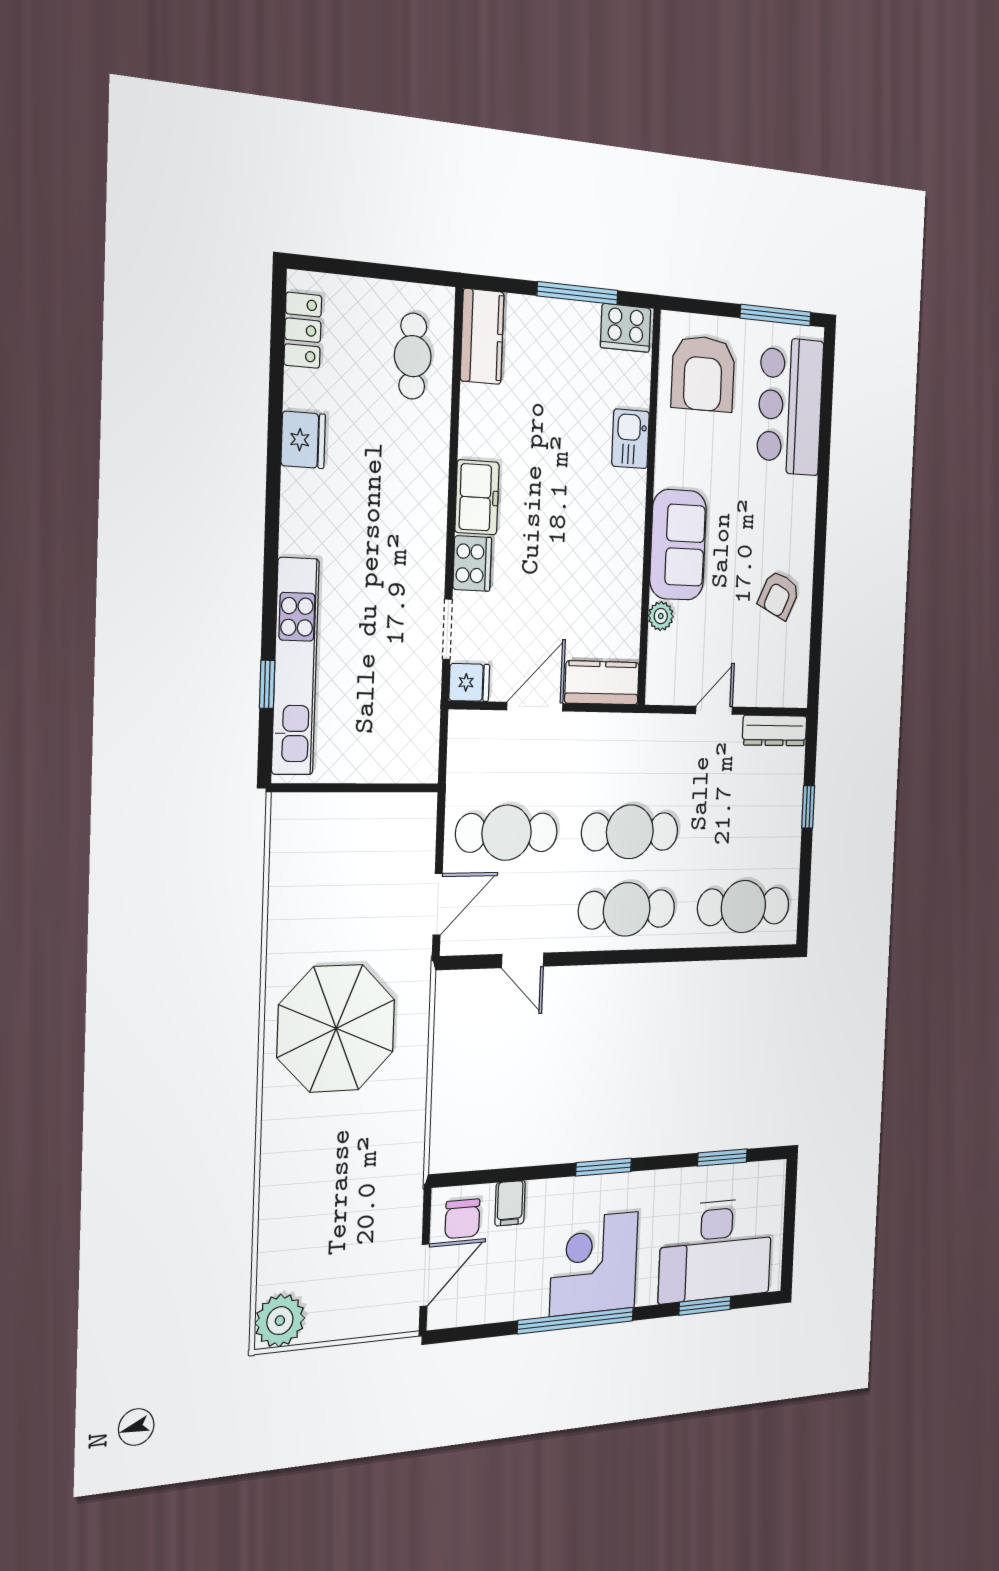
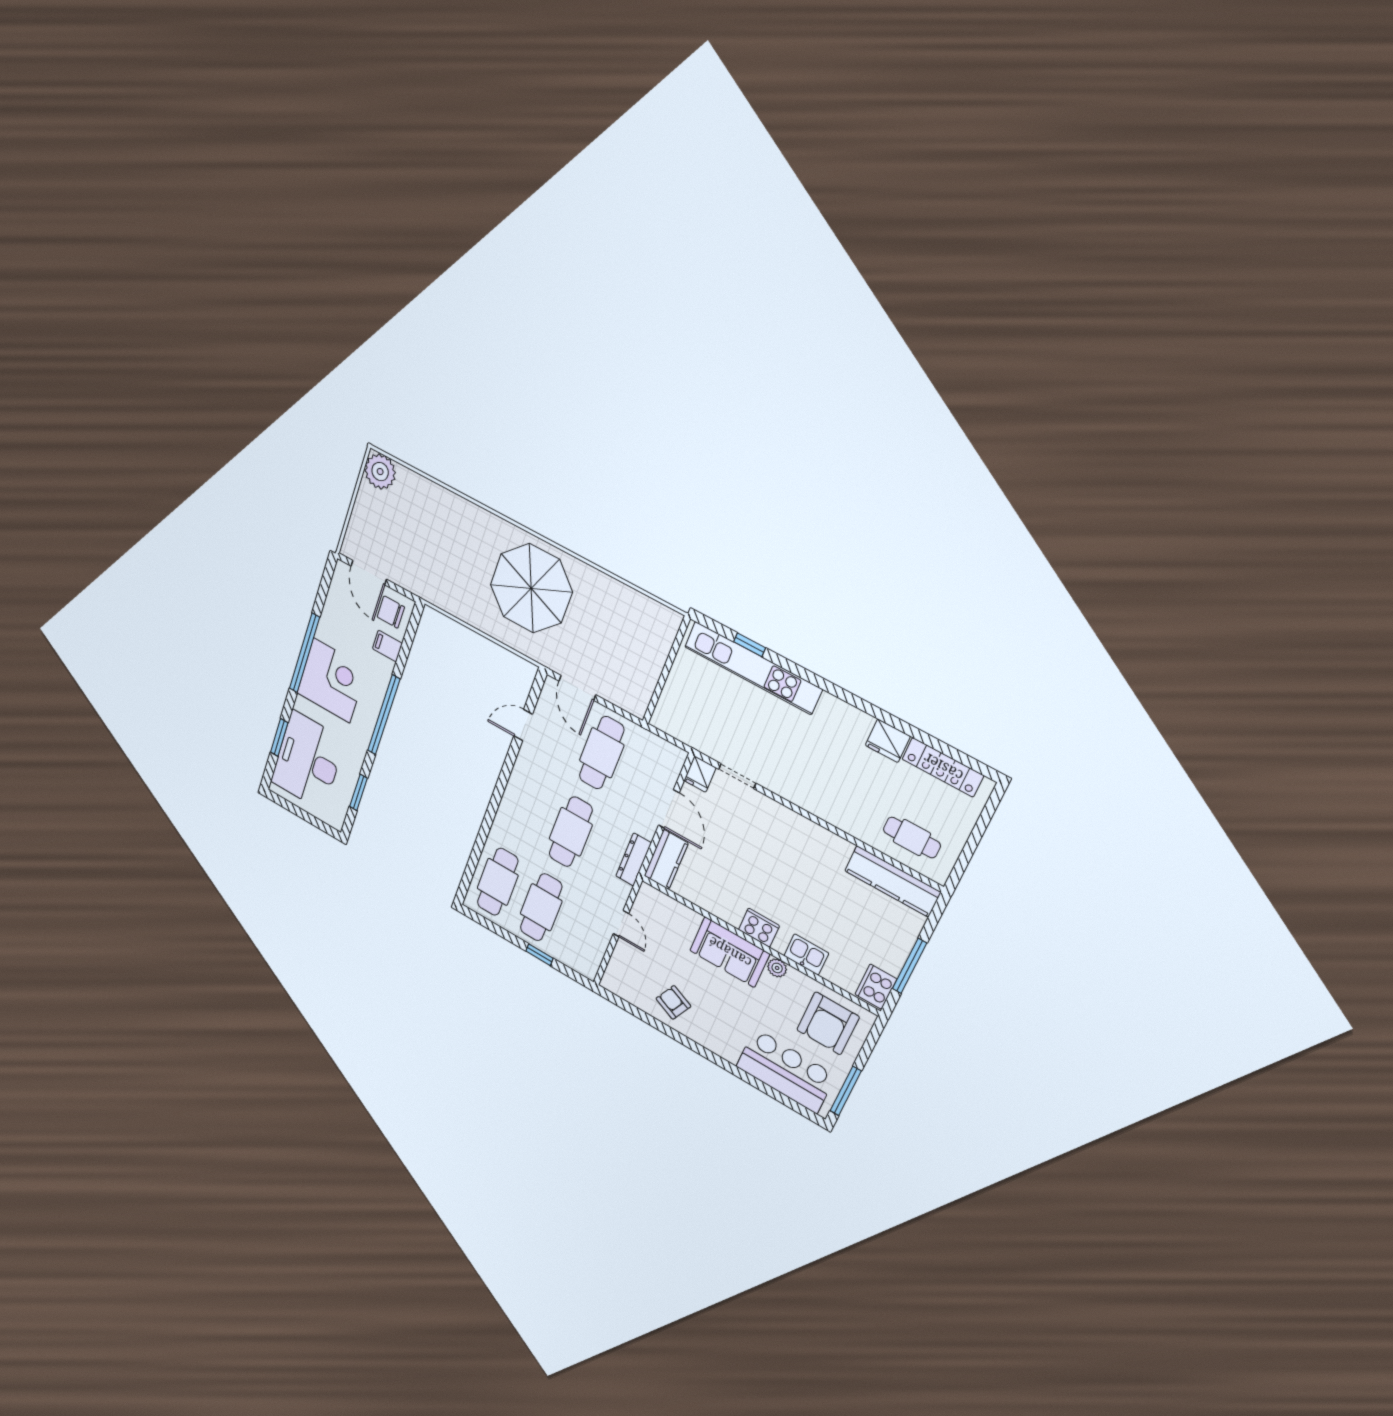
locker: (303, 330) -> (943, 767), width x1.53
kitchen counter: (482, 336) -> (893, 881), width x1.50
armchair: (703, 374) -> (828, 1023), turned -90
freezer: (477, 497) -> (809, 836), removed
cooker: (472, 563) -> (759, 928), moved, turned 180
plant: (661, 616) -> (777, 968), moved
dresser: (775, 730) -> (634, 860), moved
cafe table: (627, 909) -> (541, 907), moved
window: (604, 1167) -> (384, 715), width x2.11

